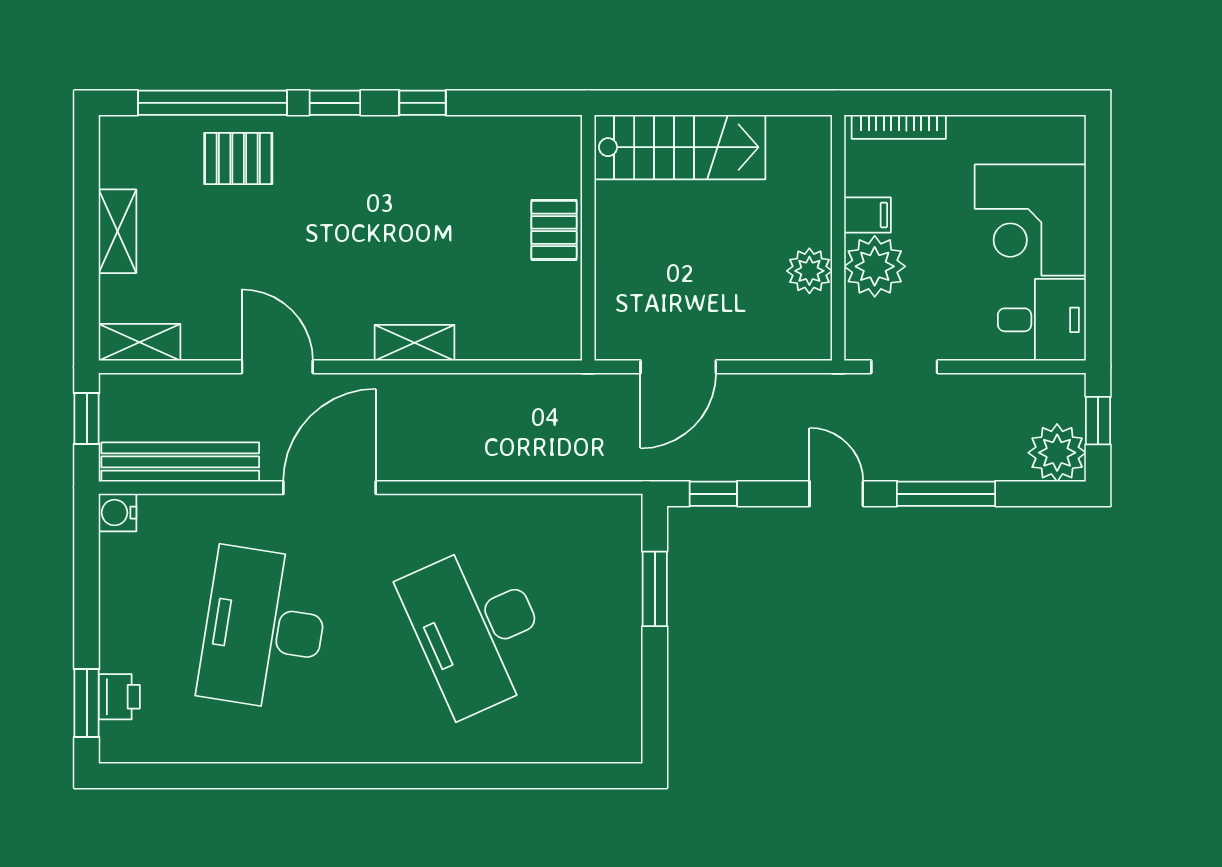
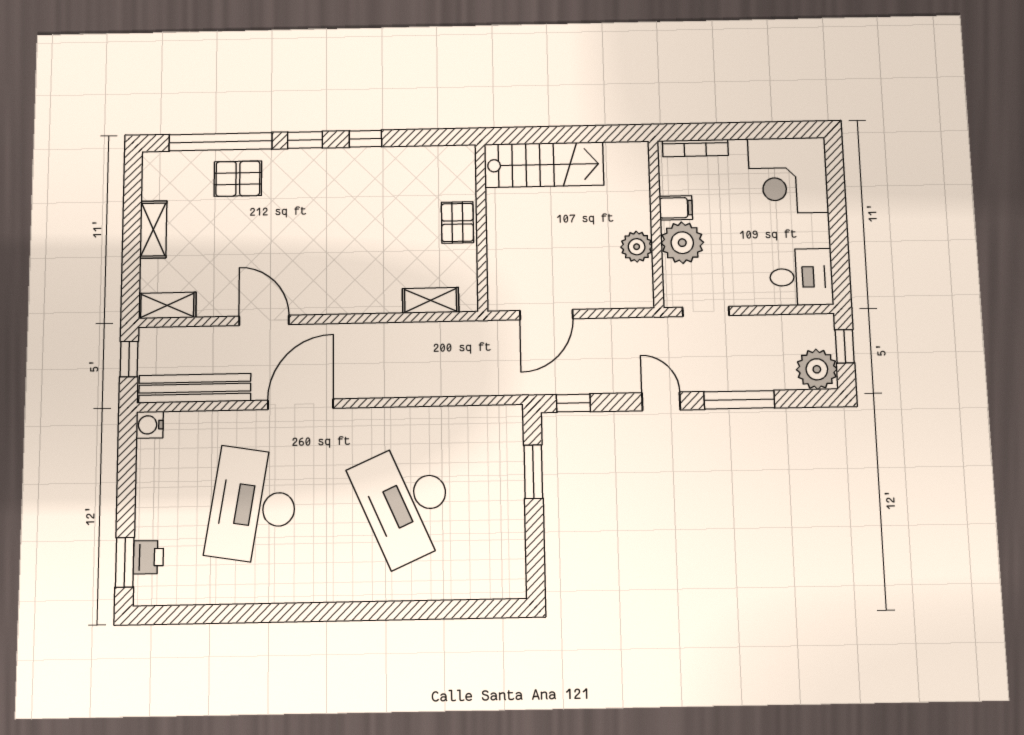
corner desk: (1030, 220) -> (788, 175), moved
shelving: (414, 343) -> (431, 300), moved

